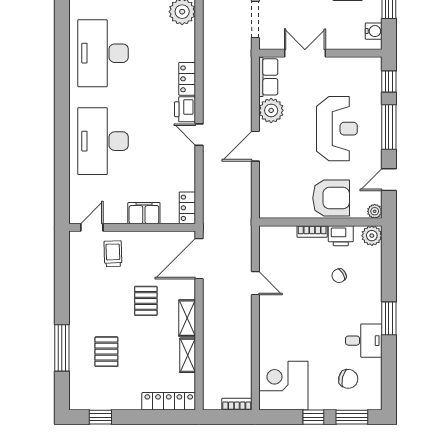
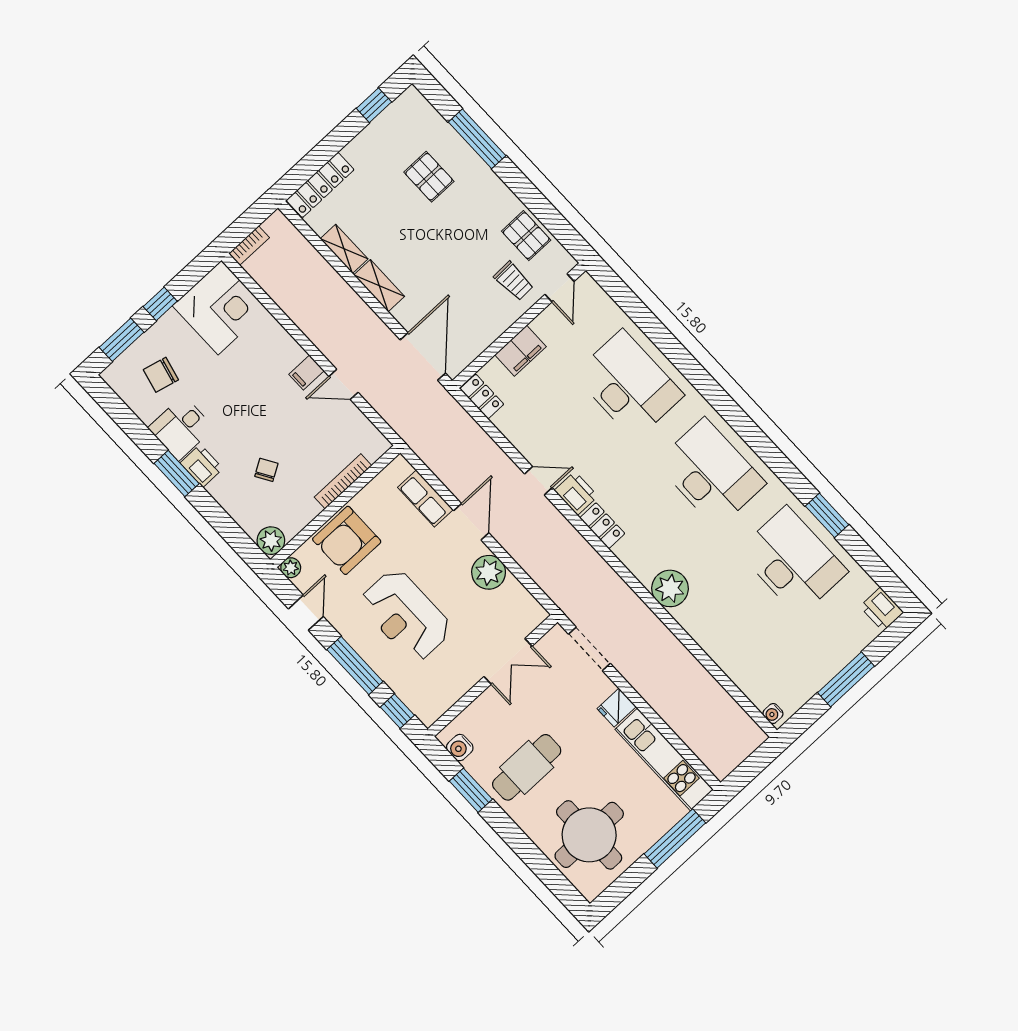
row of seats: (268, 77) -> (425, 498), moved
bookcase: (312, 231) -> (343, 481), width x1.56
printer: (341, 236) -> (202, 466), moved, turned 90
pallet: (146, 301) -> (526, 236), moved
filing cabinet: (269, 308) -> (306, 373), added

